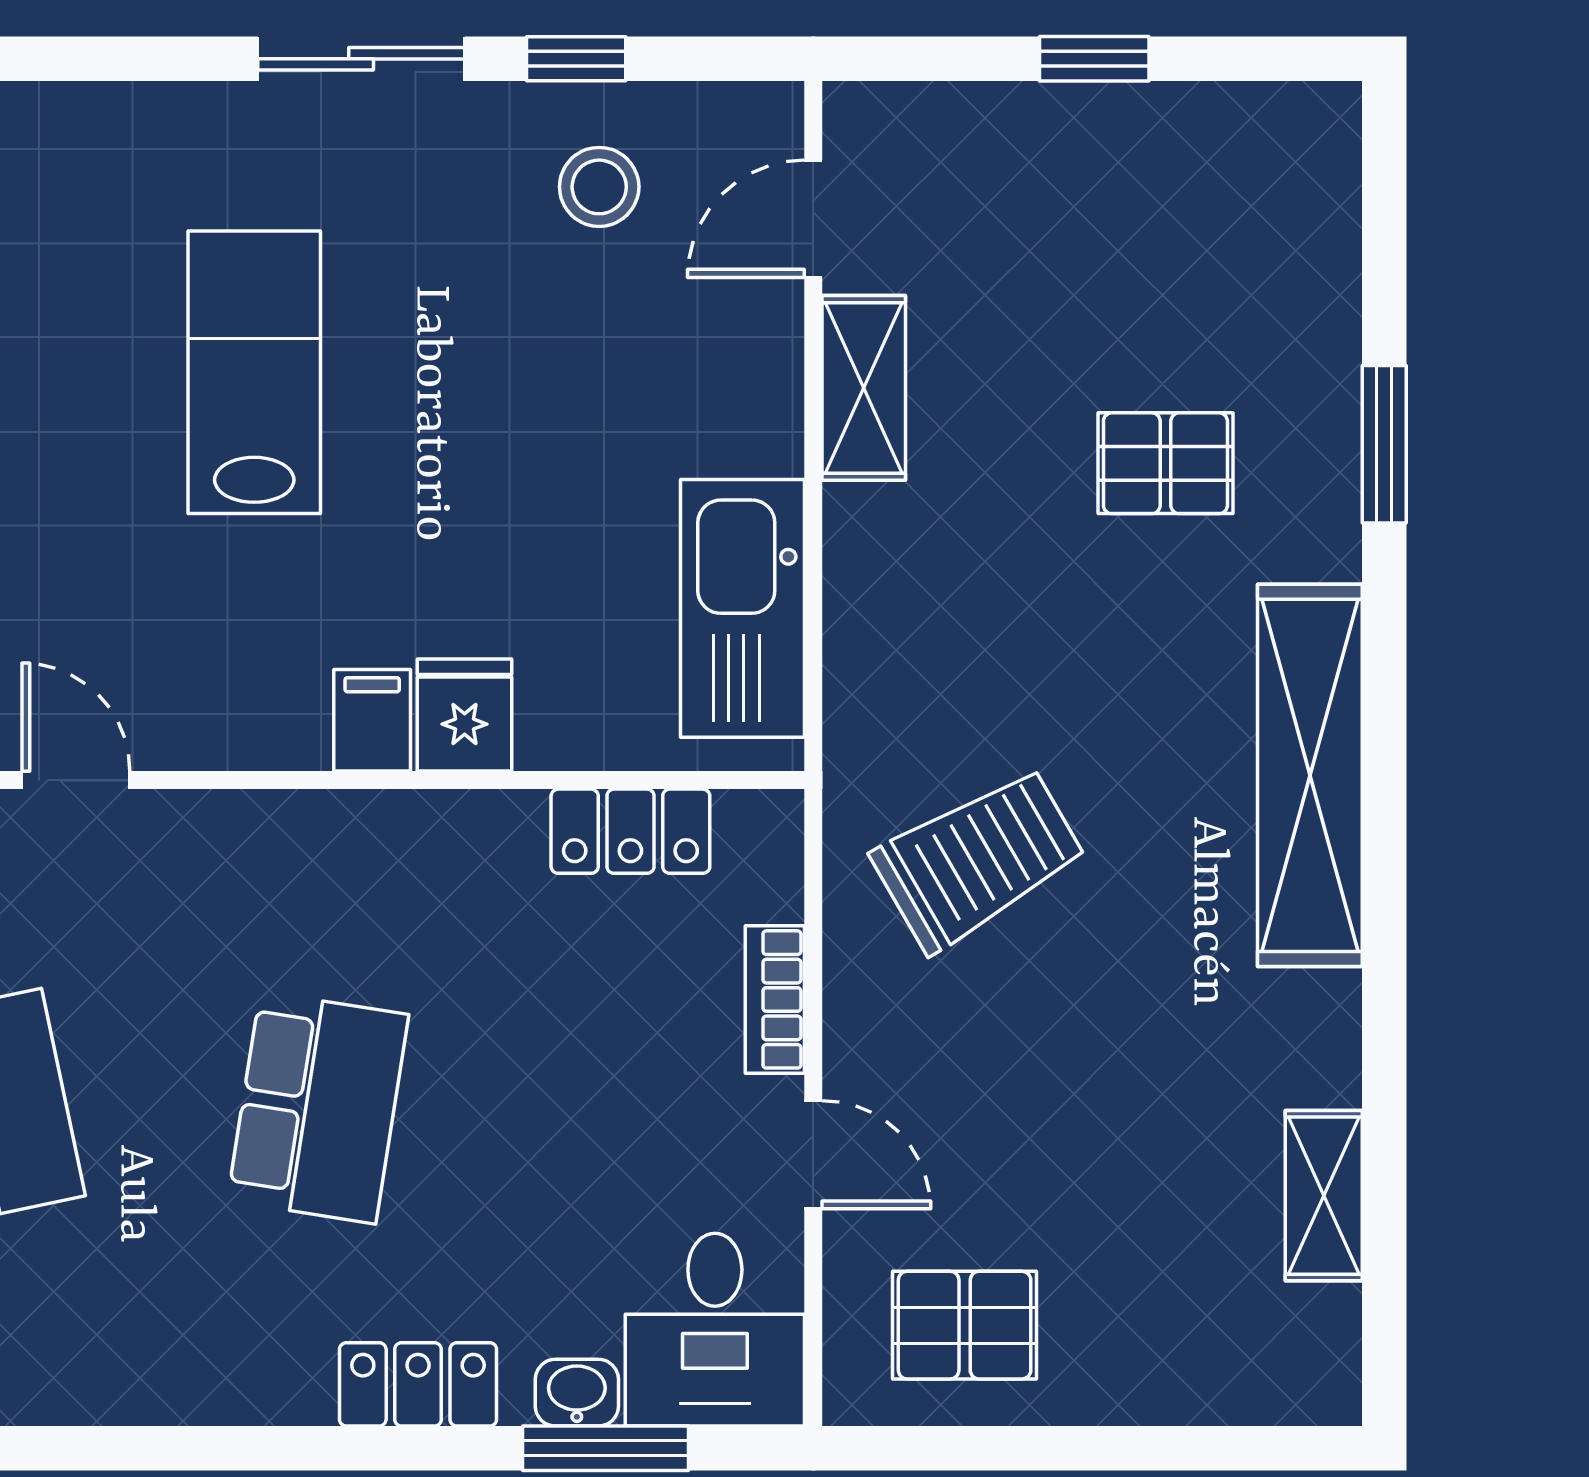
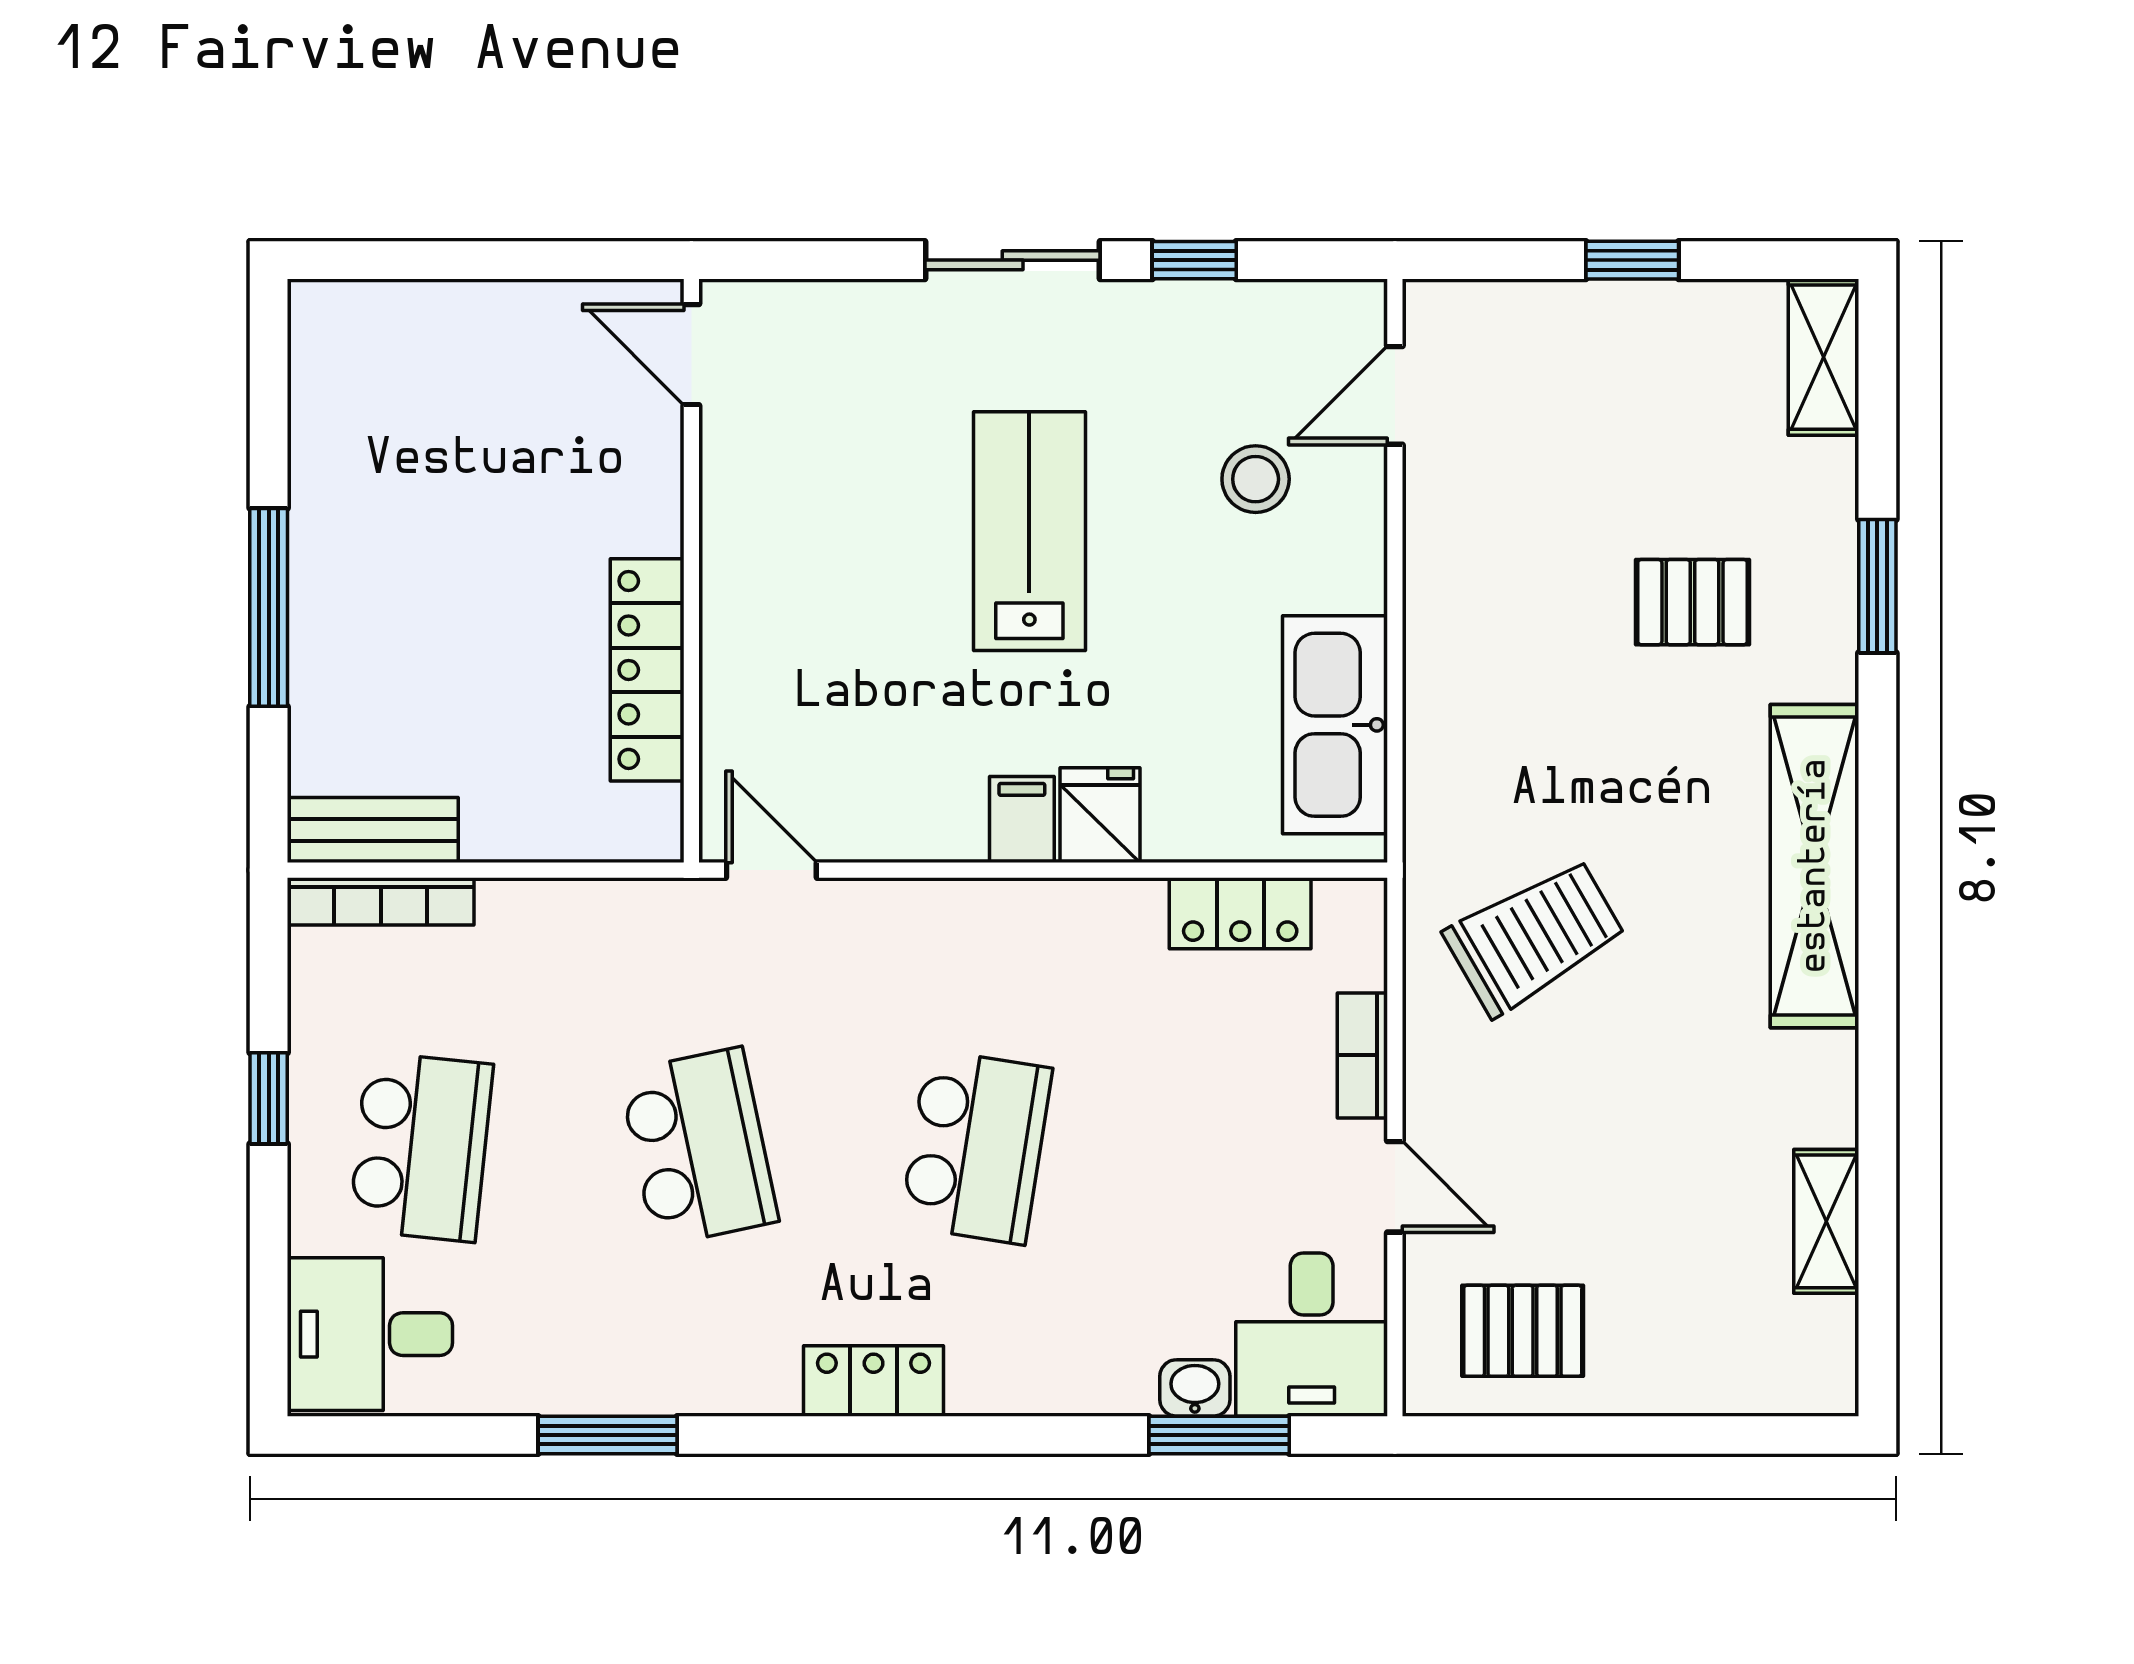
stool: (599, 187) -> (1256, 479), moved
lab bench: (254, 372) -> (1029, 531), moved
shelving: (864, 388) -> (1824, 357), moved
locker: (418, 1384) -> (874, 1381), moved

